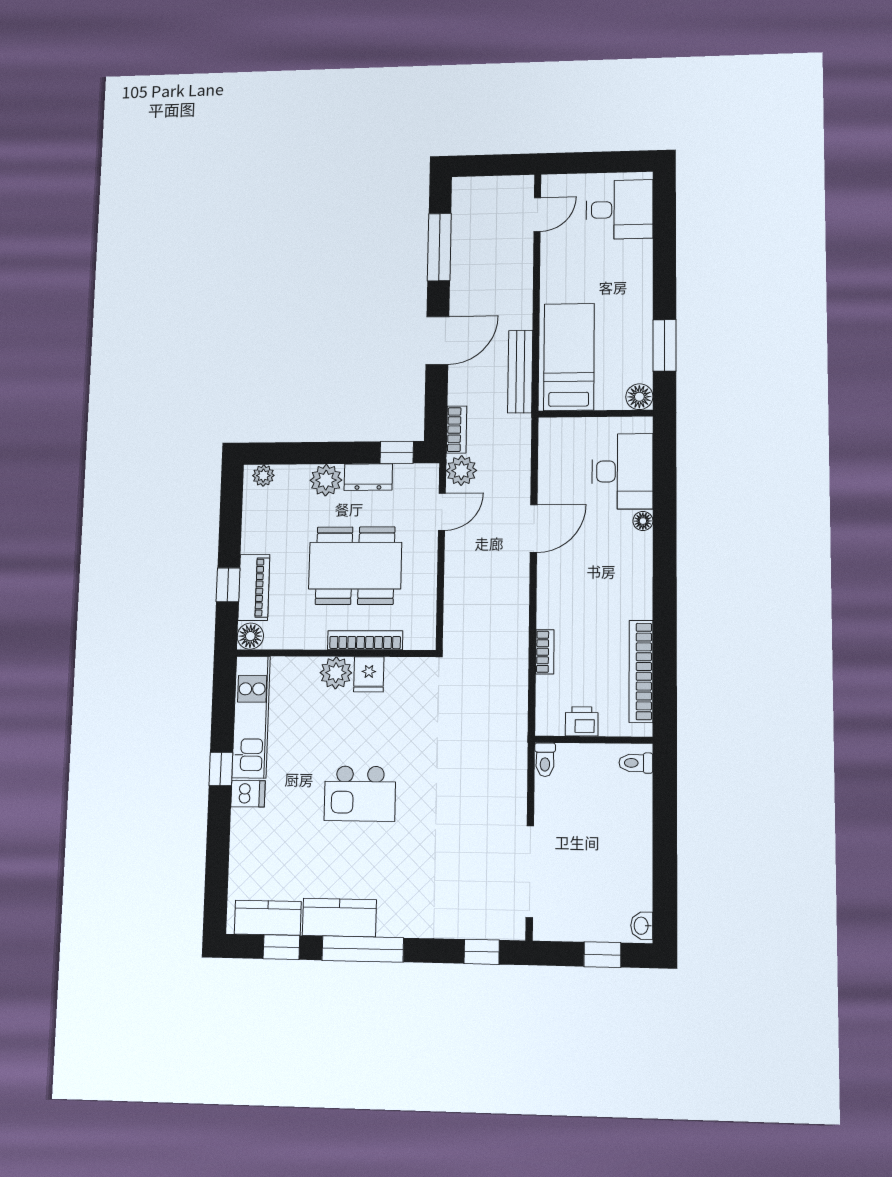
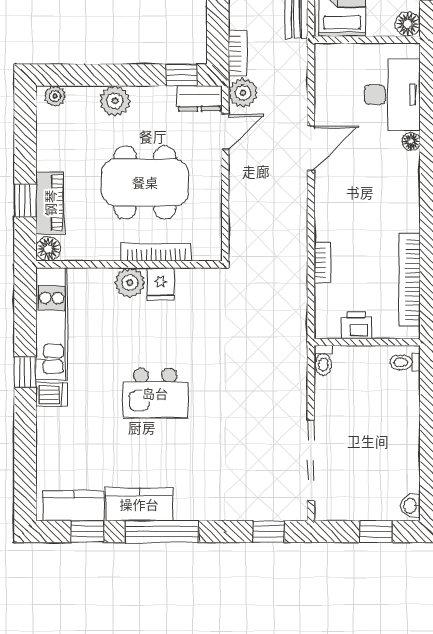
dresser: (368, 477) -> (199, 98), moved

